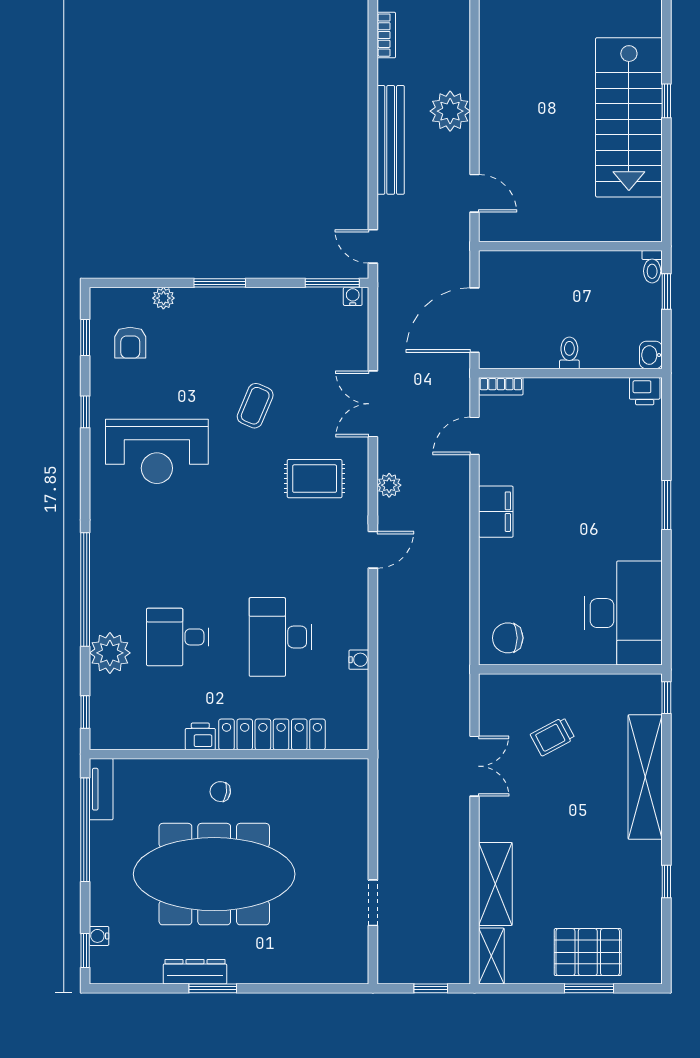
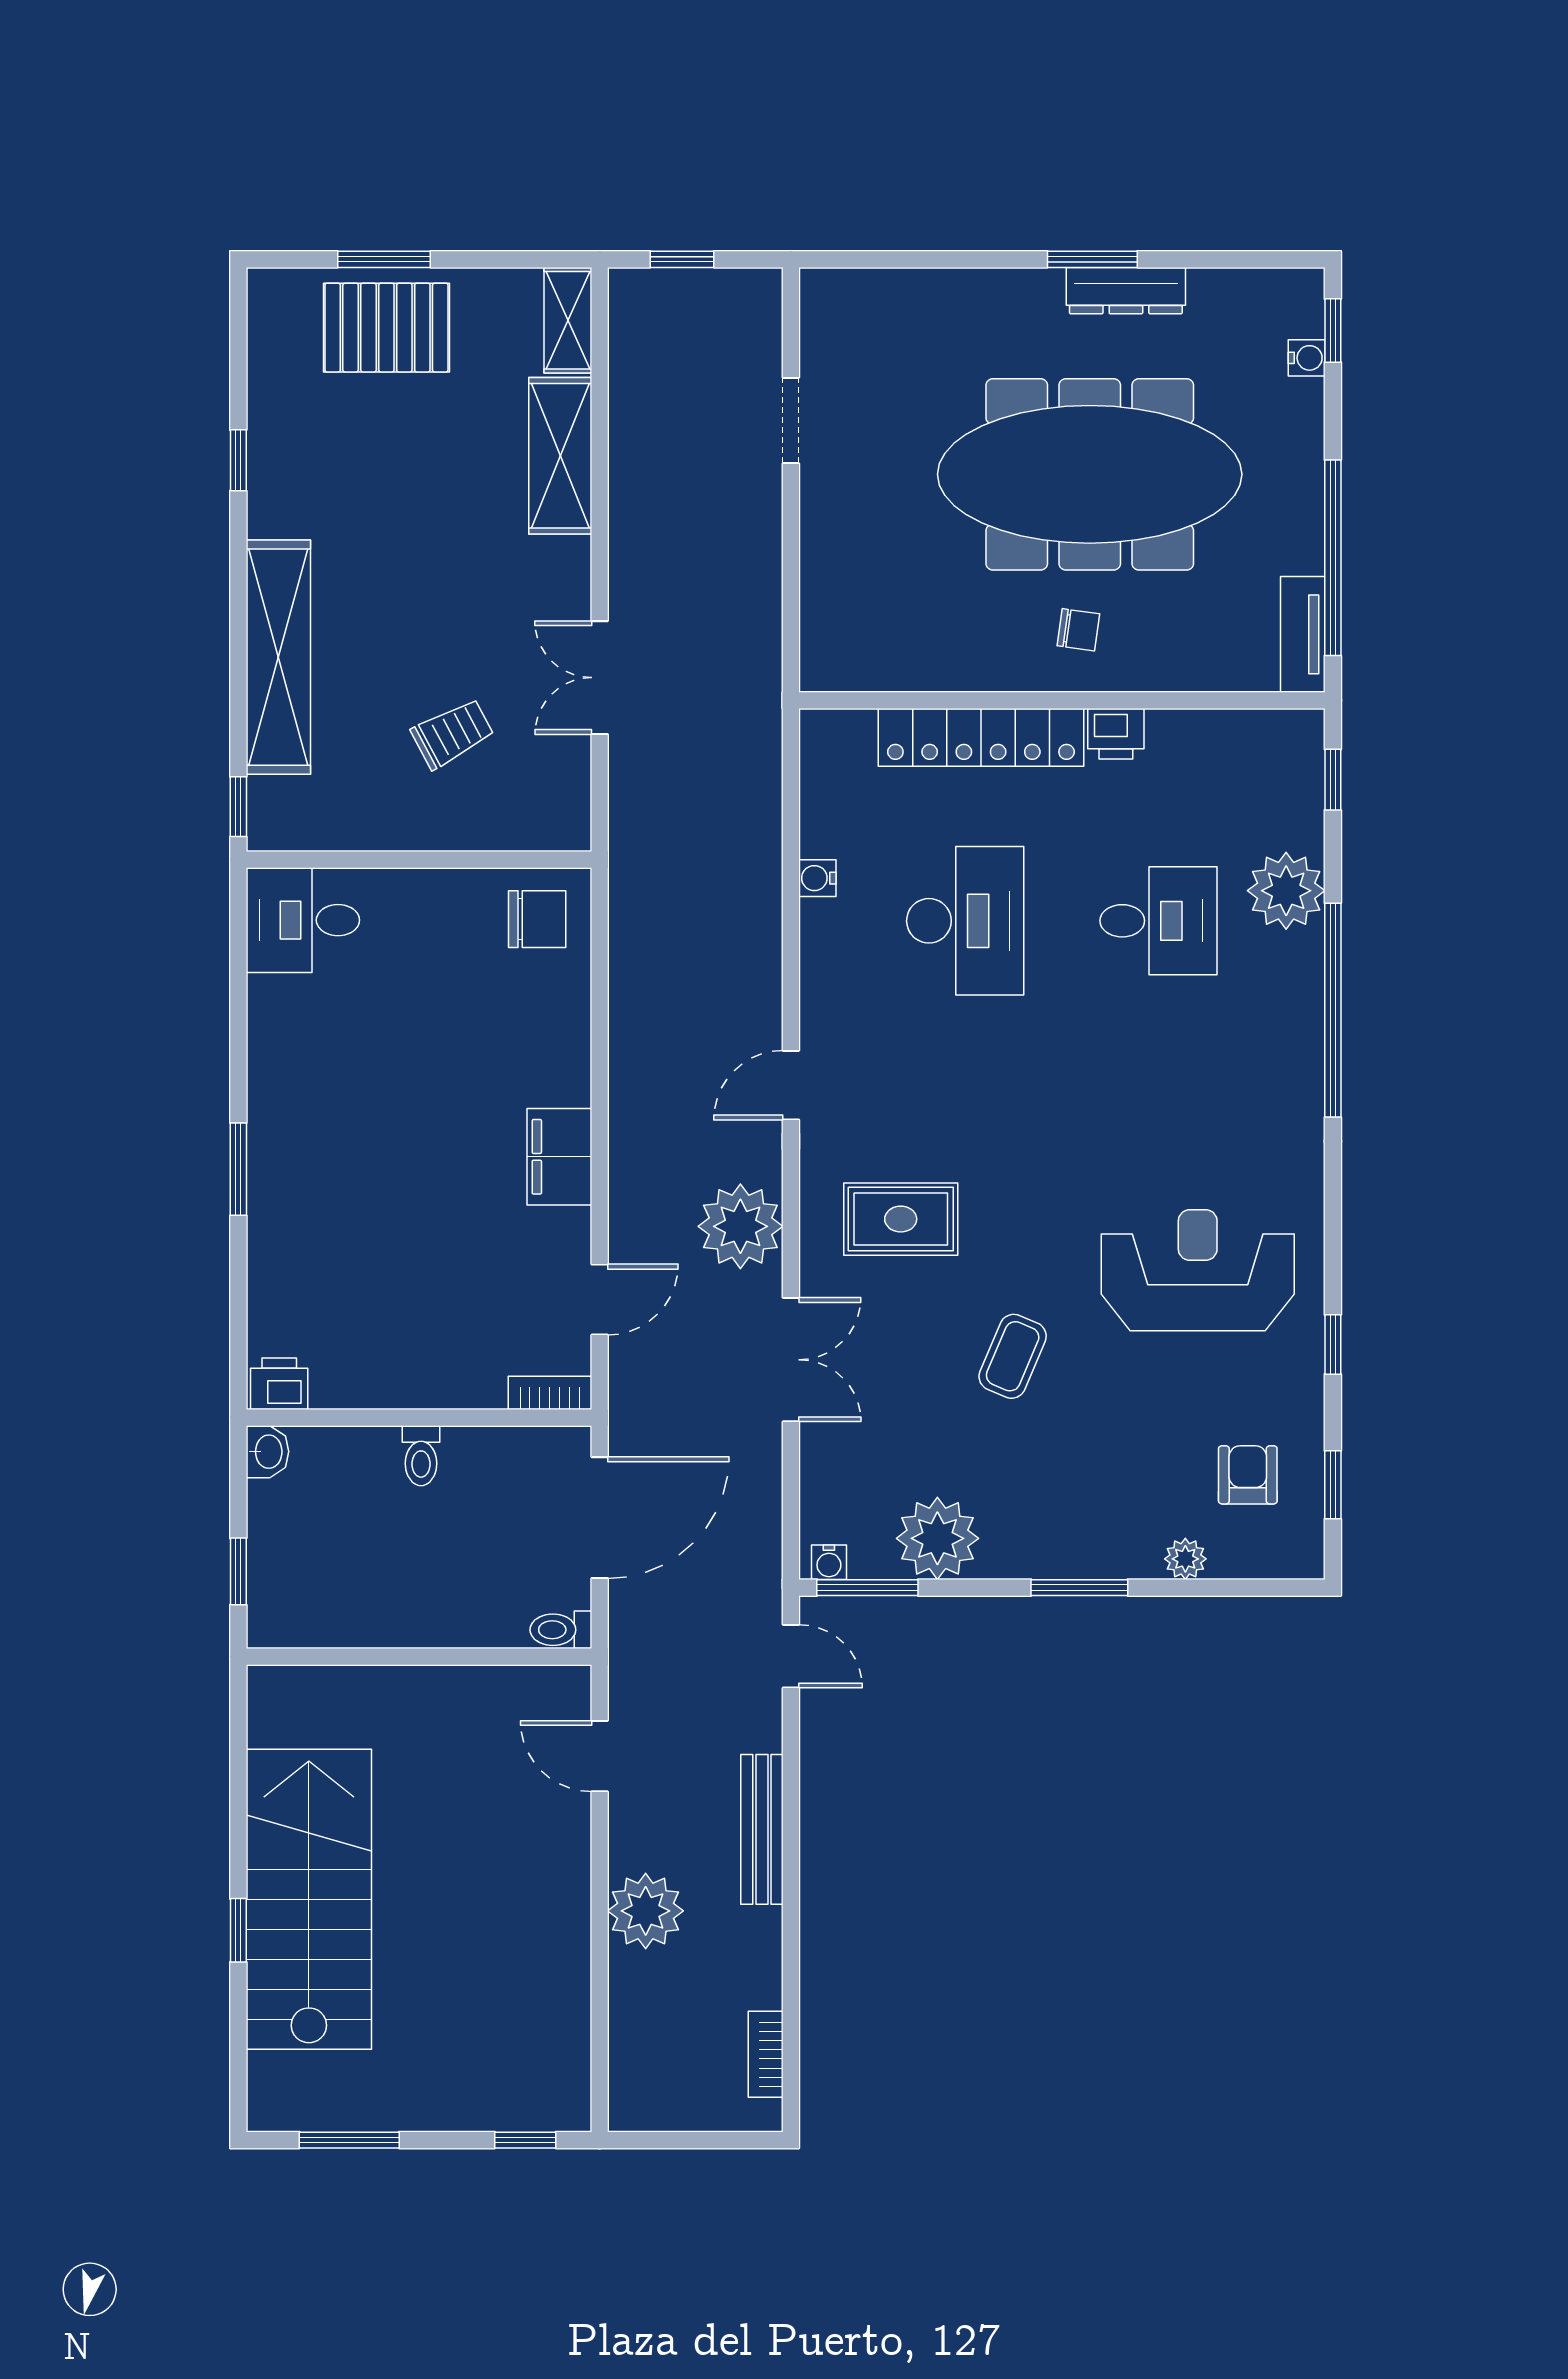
bench: (391, 140) -> (762, 1829), width x0.73, depth x0.82
toilet: (652, 267) -> (561, 1630), moved, turned -90
plant: (295, 309) -> (937, 1538), added
plant: (389, 485) -> (740, 1226), width x1.88, depth x1.88
desk: (623, 613) -> (303, 920), width x0.53, depth x0.77

